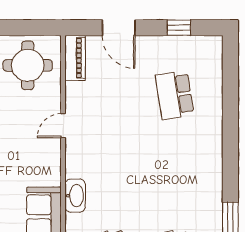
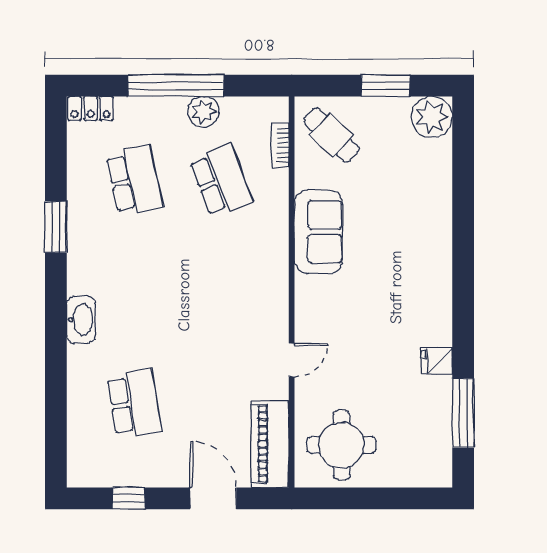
piano: (75, 58) -> (270, 444), width x1.37, depth x1.33
washbasin: (75, 196) -> (81, 320), moved, turned 180

